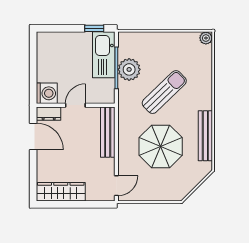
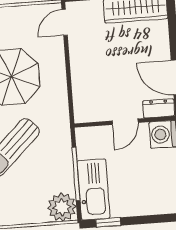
plant: (129, 69) -> (62, 207), moved
bench: (108, 132) -> (81, 90), removed

